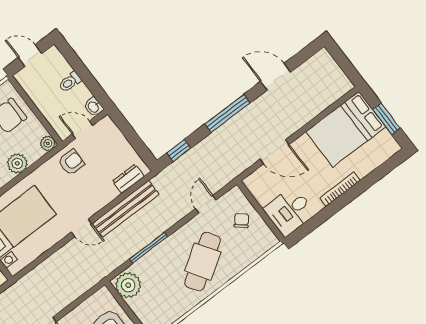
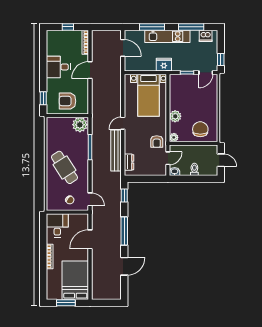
door: (30, 55) -> (221, 160), hinge flipped
door: (206, 204) -> (90, 199), moved

